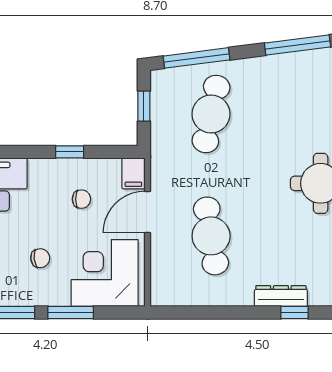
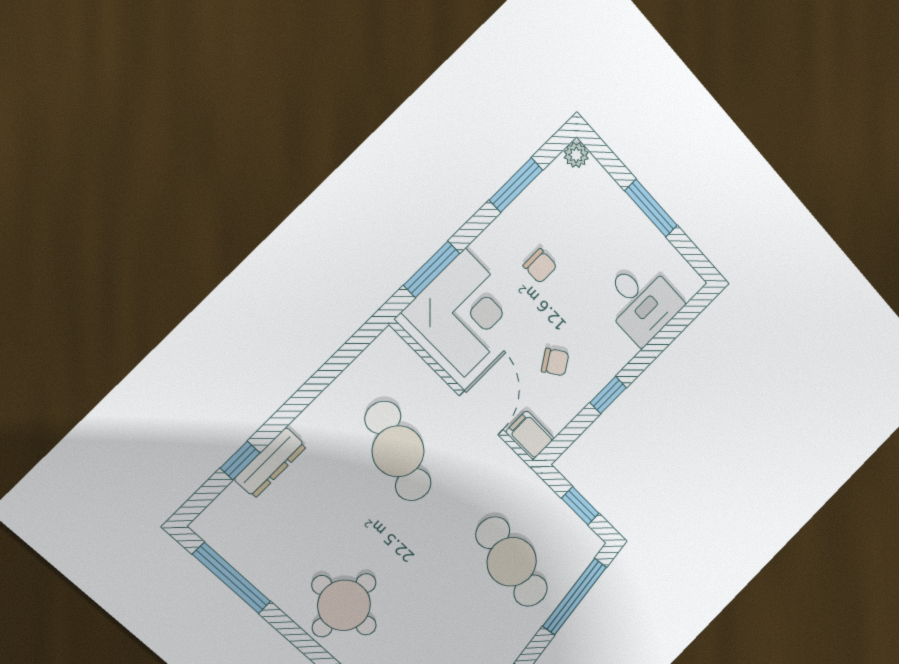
chair: (81, 199) -> (555, 362), turned -124
cafe table: (211, 236) -> (398, 451), turned 30
chair: (40, 258) -> (540, 266), turned -84
window: (71, 313) -> (432, 269), moved

